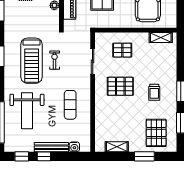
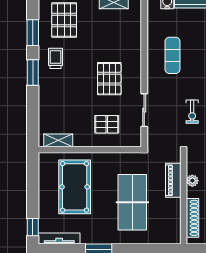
pallet: (120, 86) -> (109, 79), turned 90
trolley: (154, 92) -> (55, 58), moved

